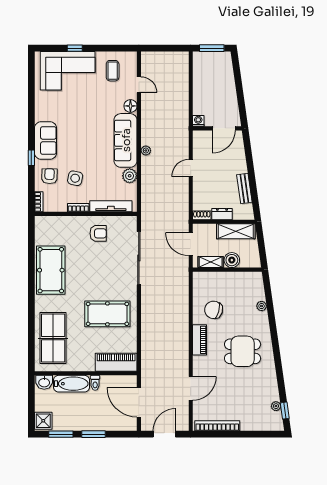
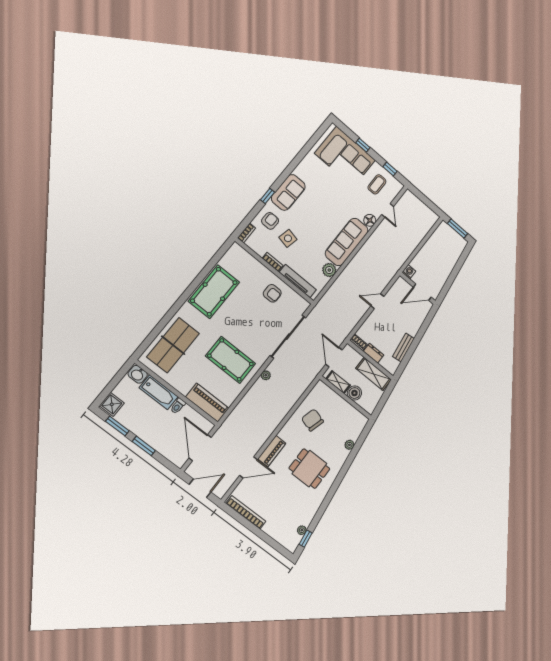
window: (113, 48) -> (390, 169), added
plant: (146, 151) -> (266, 375), moved
piano: (199, 340) -> (272, 451), moved

